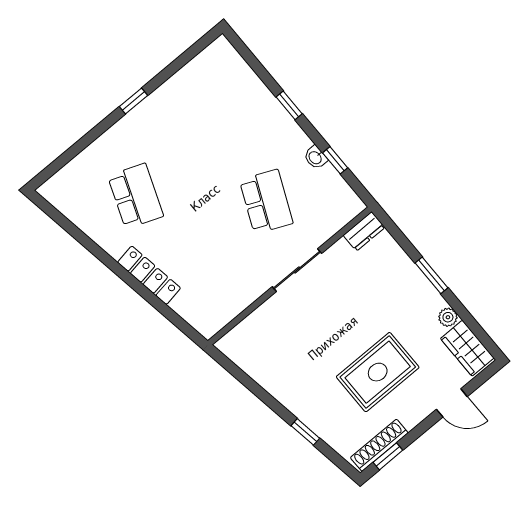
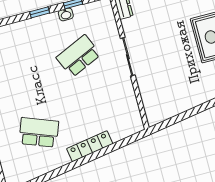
window: (289, 105) -> (40, 12), moved
school desk: (266, 202) -> (78, 56), turned -48

